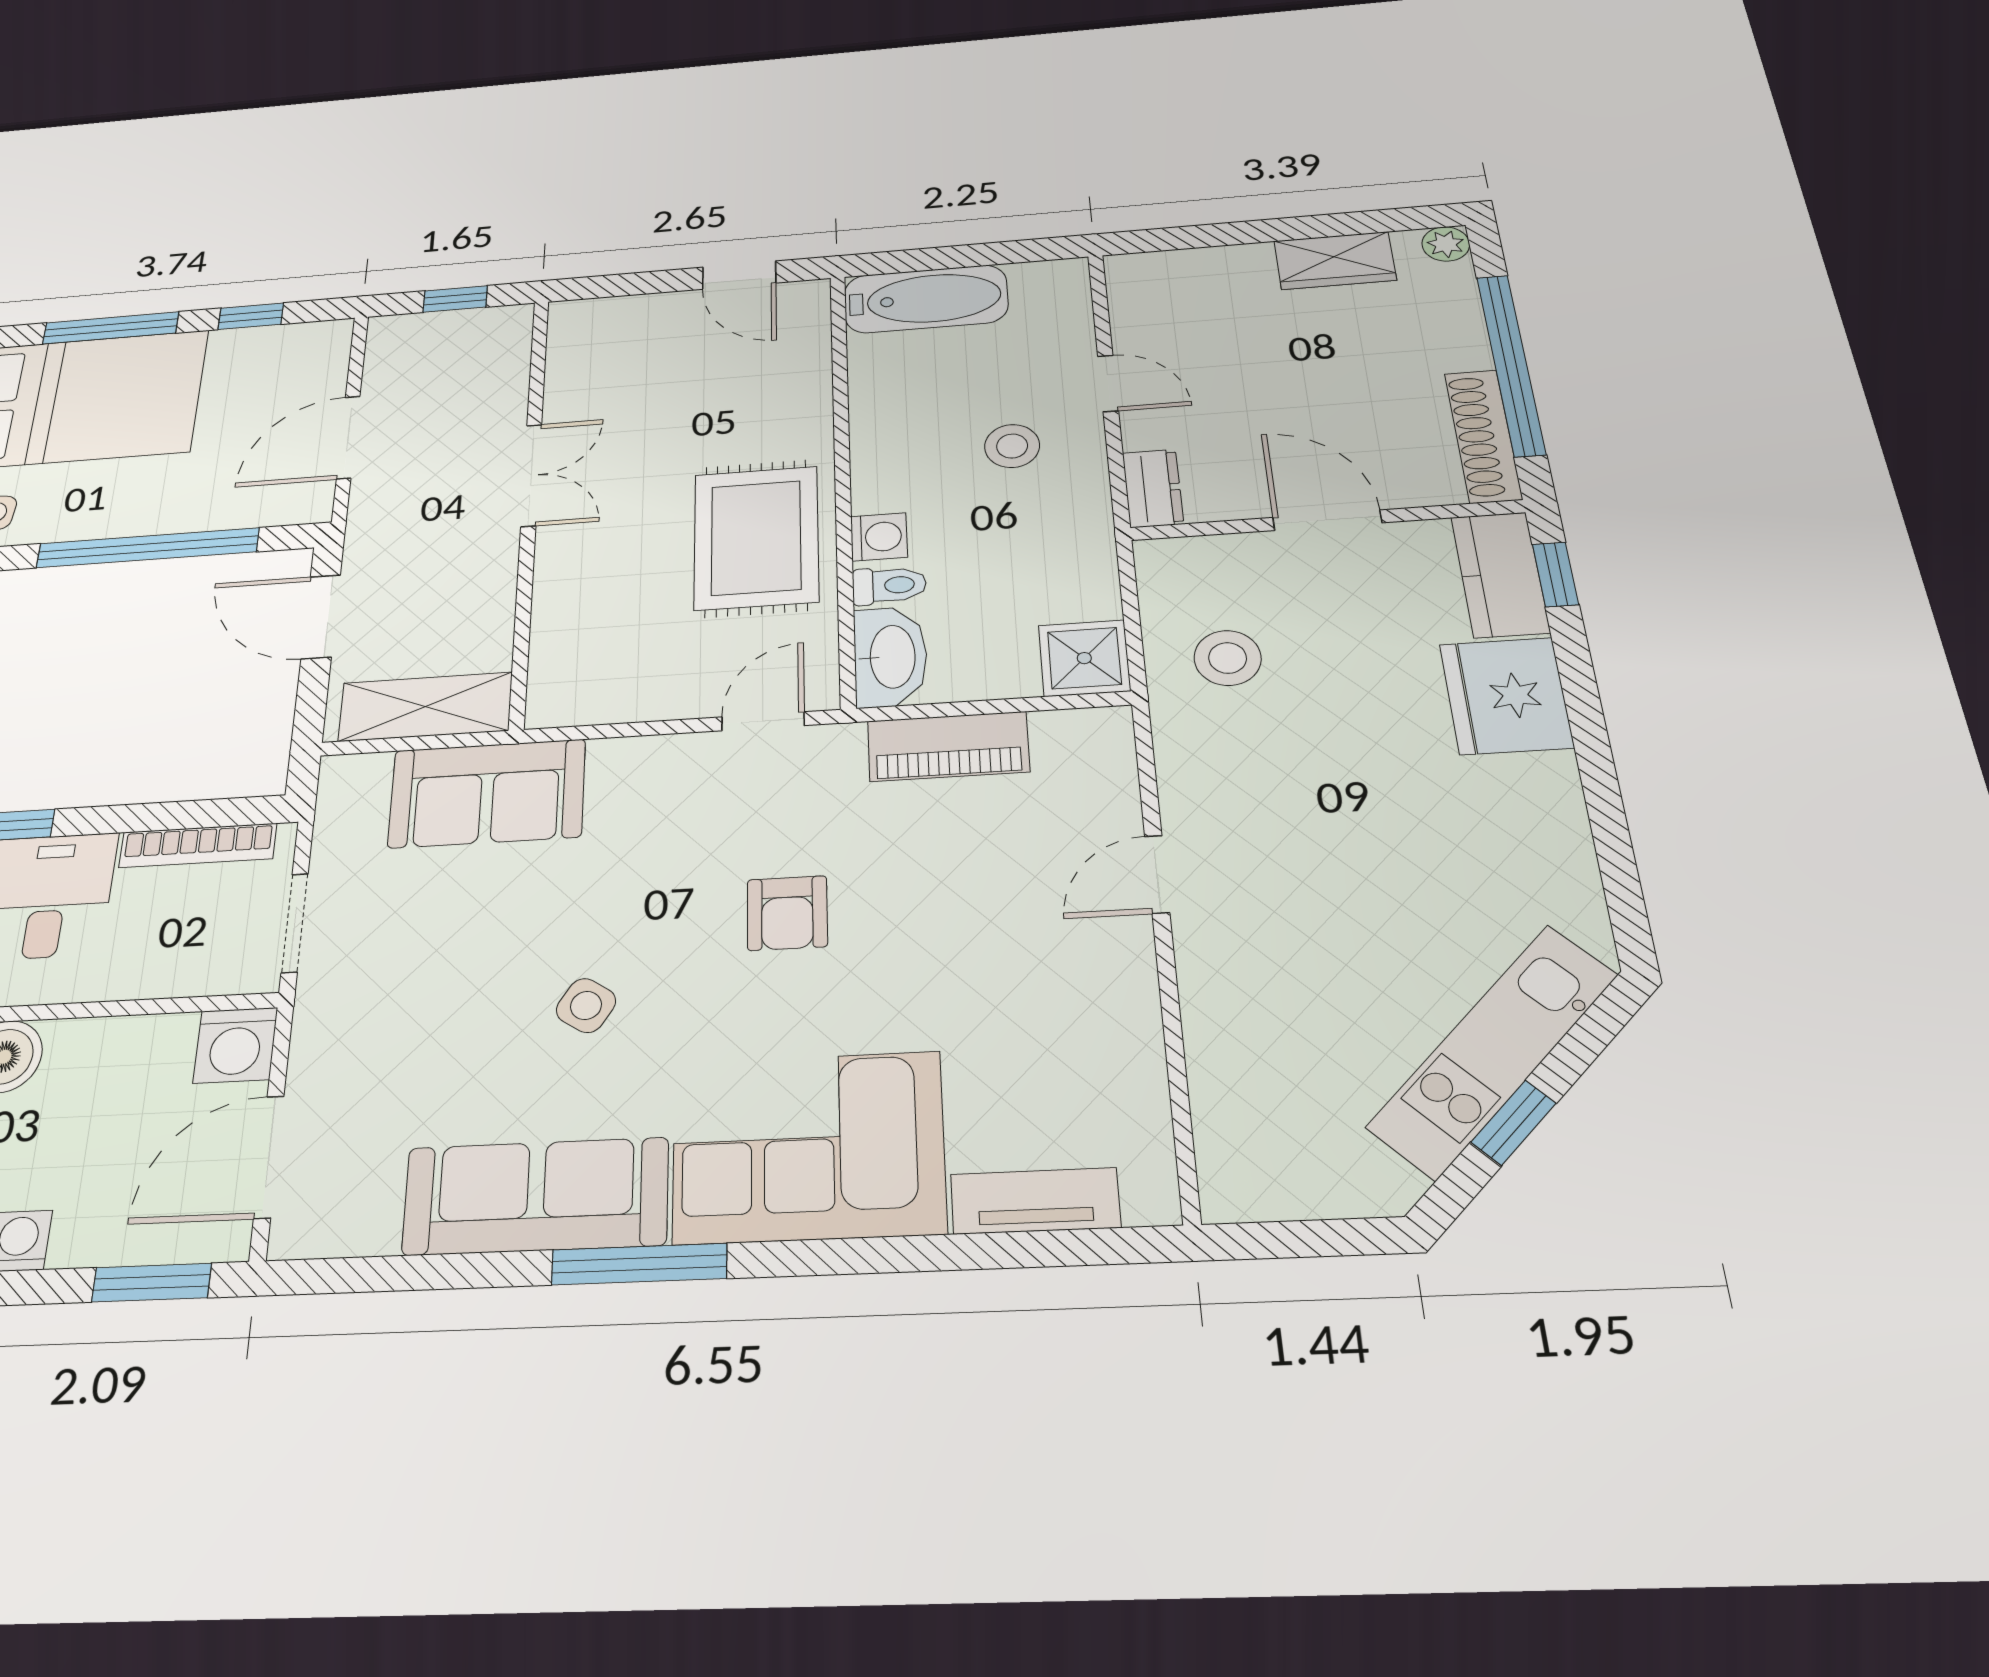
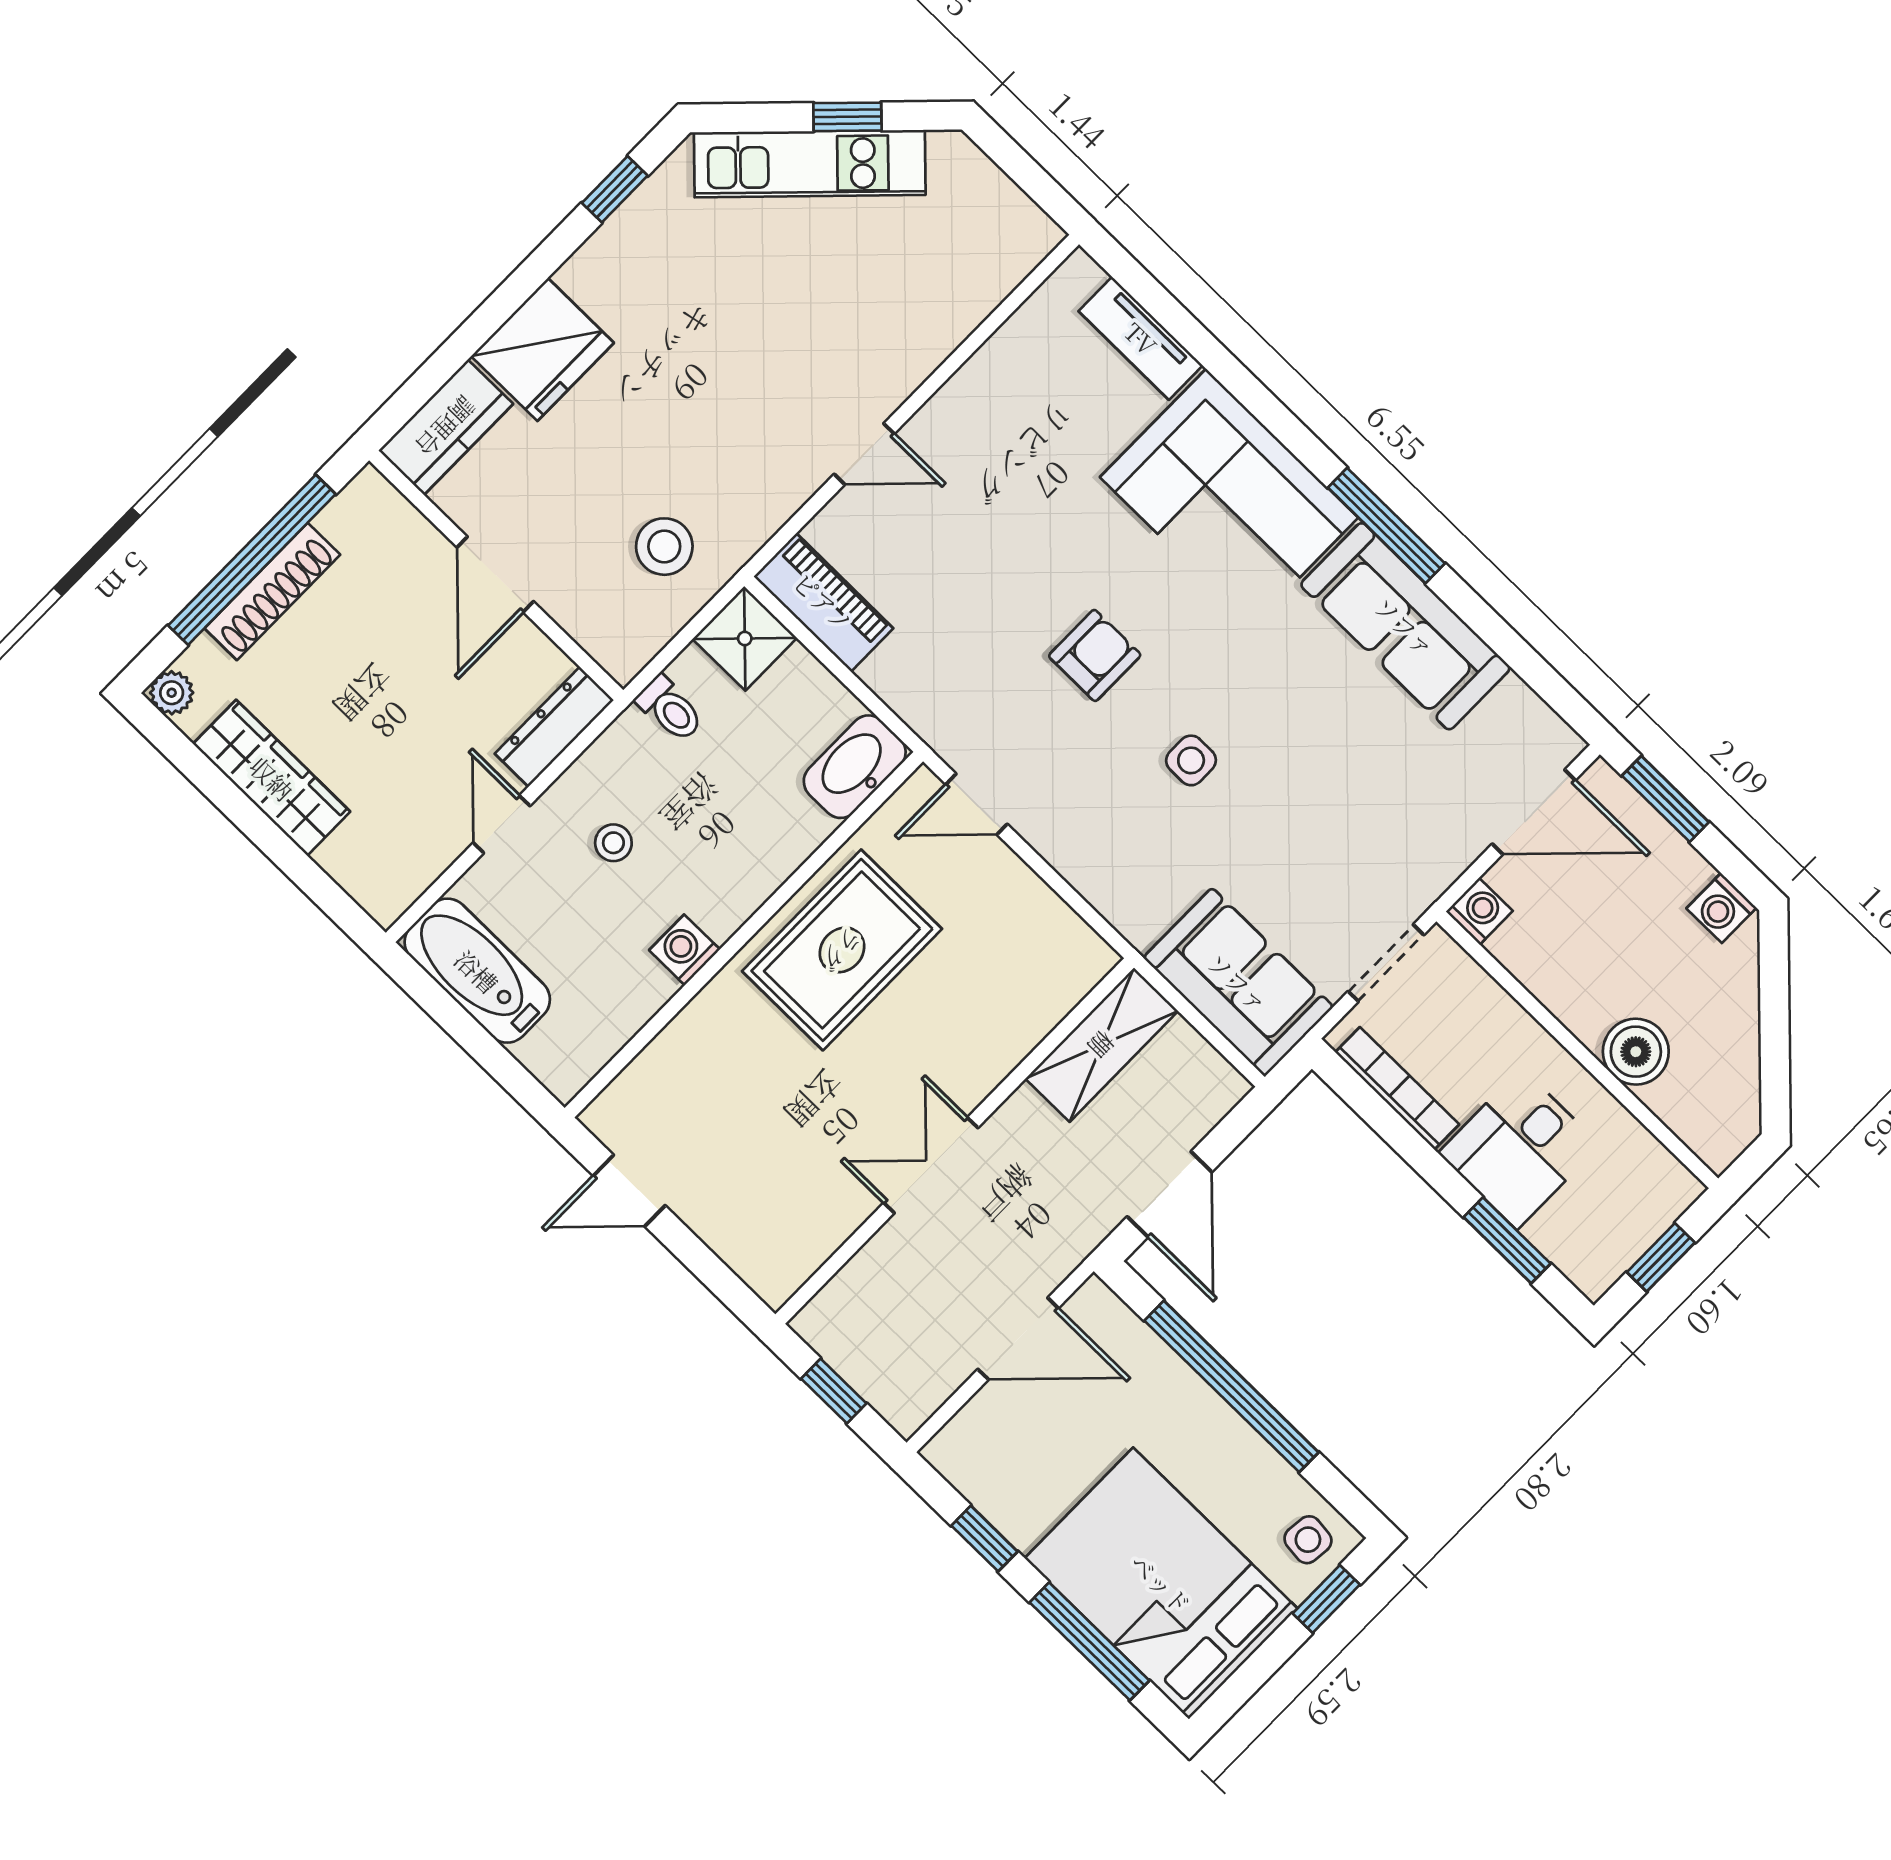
wardrobe: (1335, 261) -> (272, 778), width x1.50
door: (739, 275) -> (629, 1191), swing flipped
bathtub: (926, 299) -> (477, 971), moved
shoe rack: (1483, 436) -> (272, 591), moved
stool: (1012, 446) -> (613, 843), width x0.73, depth x0.73
dresser: (1153, 488) -> (554, 727), width x1.44
washing machine: (879, 537) -> (684, 950), moved
window: (1555, 574) -> (615, 189), moved
toilet: (889, 585) -> (670, 709), moved, turned 180
shelving: (425, 707) -> (1102, 1045), moved, turned 90
piano: (948, 746) -> (824, 602), moved
sofa: (487, 793) -> (1238, 982), moved
side table: (586, 1006) -> (1191, 760), moved, turned -33
washing machine: (235, 1045) -> (1479, 911), width x0.73, depth x0.73

